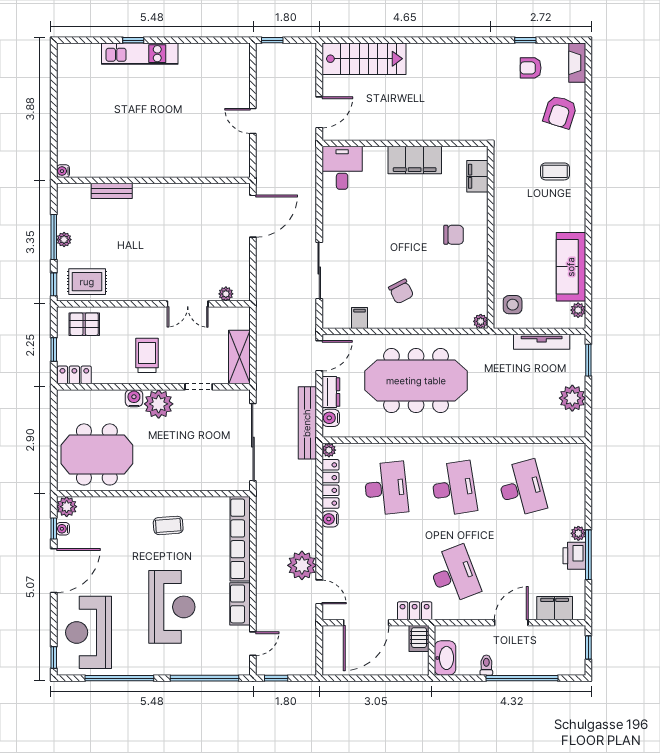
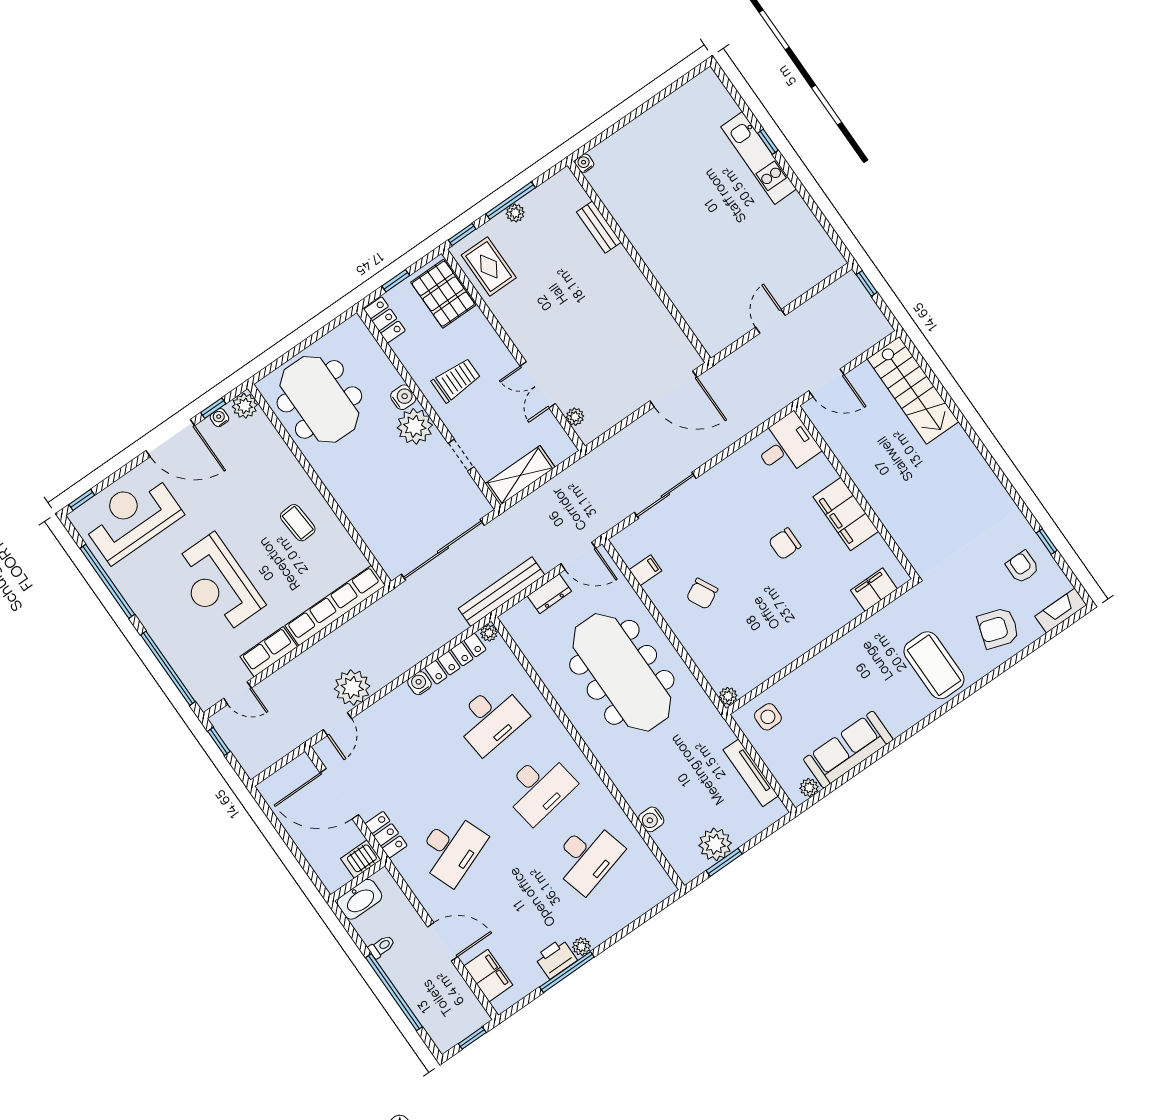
coffee table: (555, 171) -> (934, 665), width x1.86, depth x1.72
chair: (454, 235) -> (785, 544), moved, turned 90
pallet: (84, 324) -> (443, 294), width x1.50, depth x1.42
window: (588, 360) -> (724, 862), moved
water cooler: (331, 418) -> (651, 819), moved, turned -90
reception desk: (172, 607) -> (217, 584), turned 90

